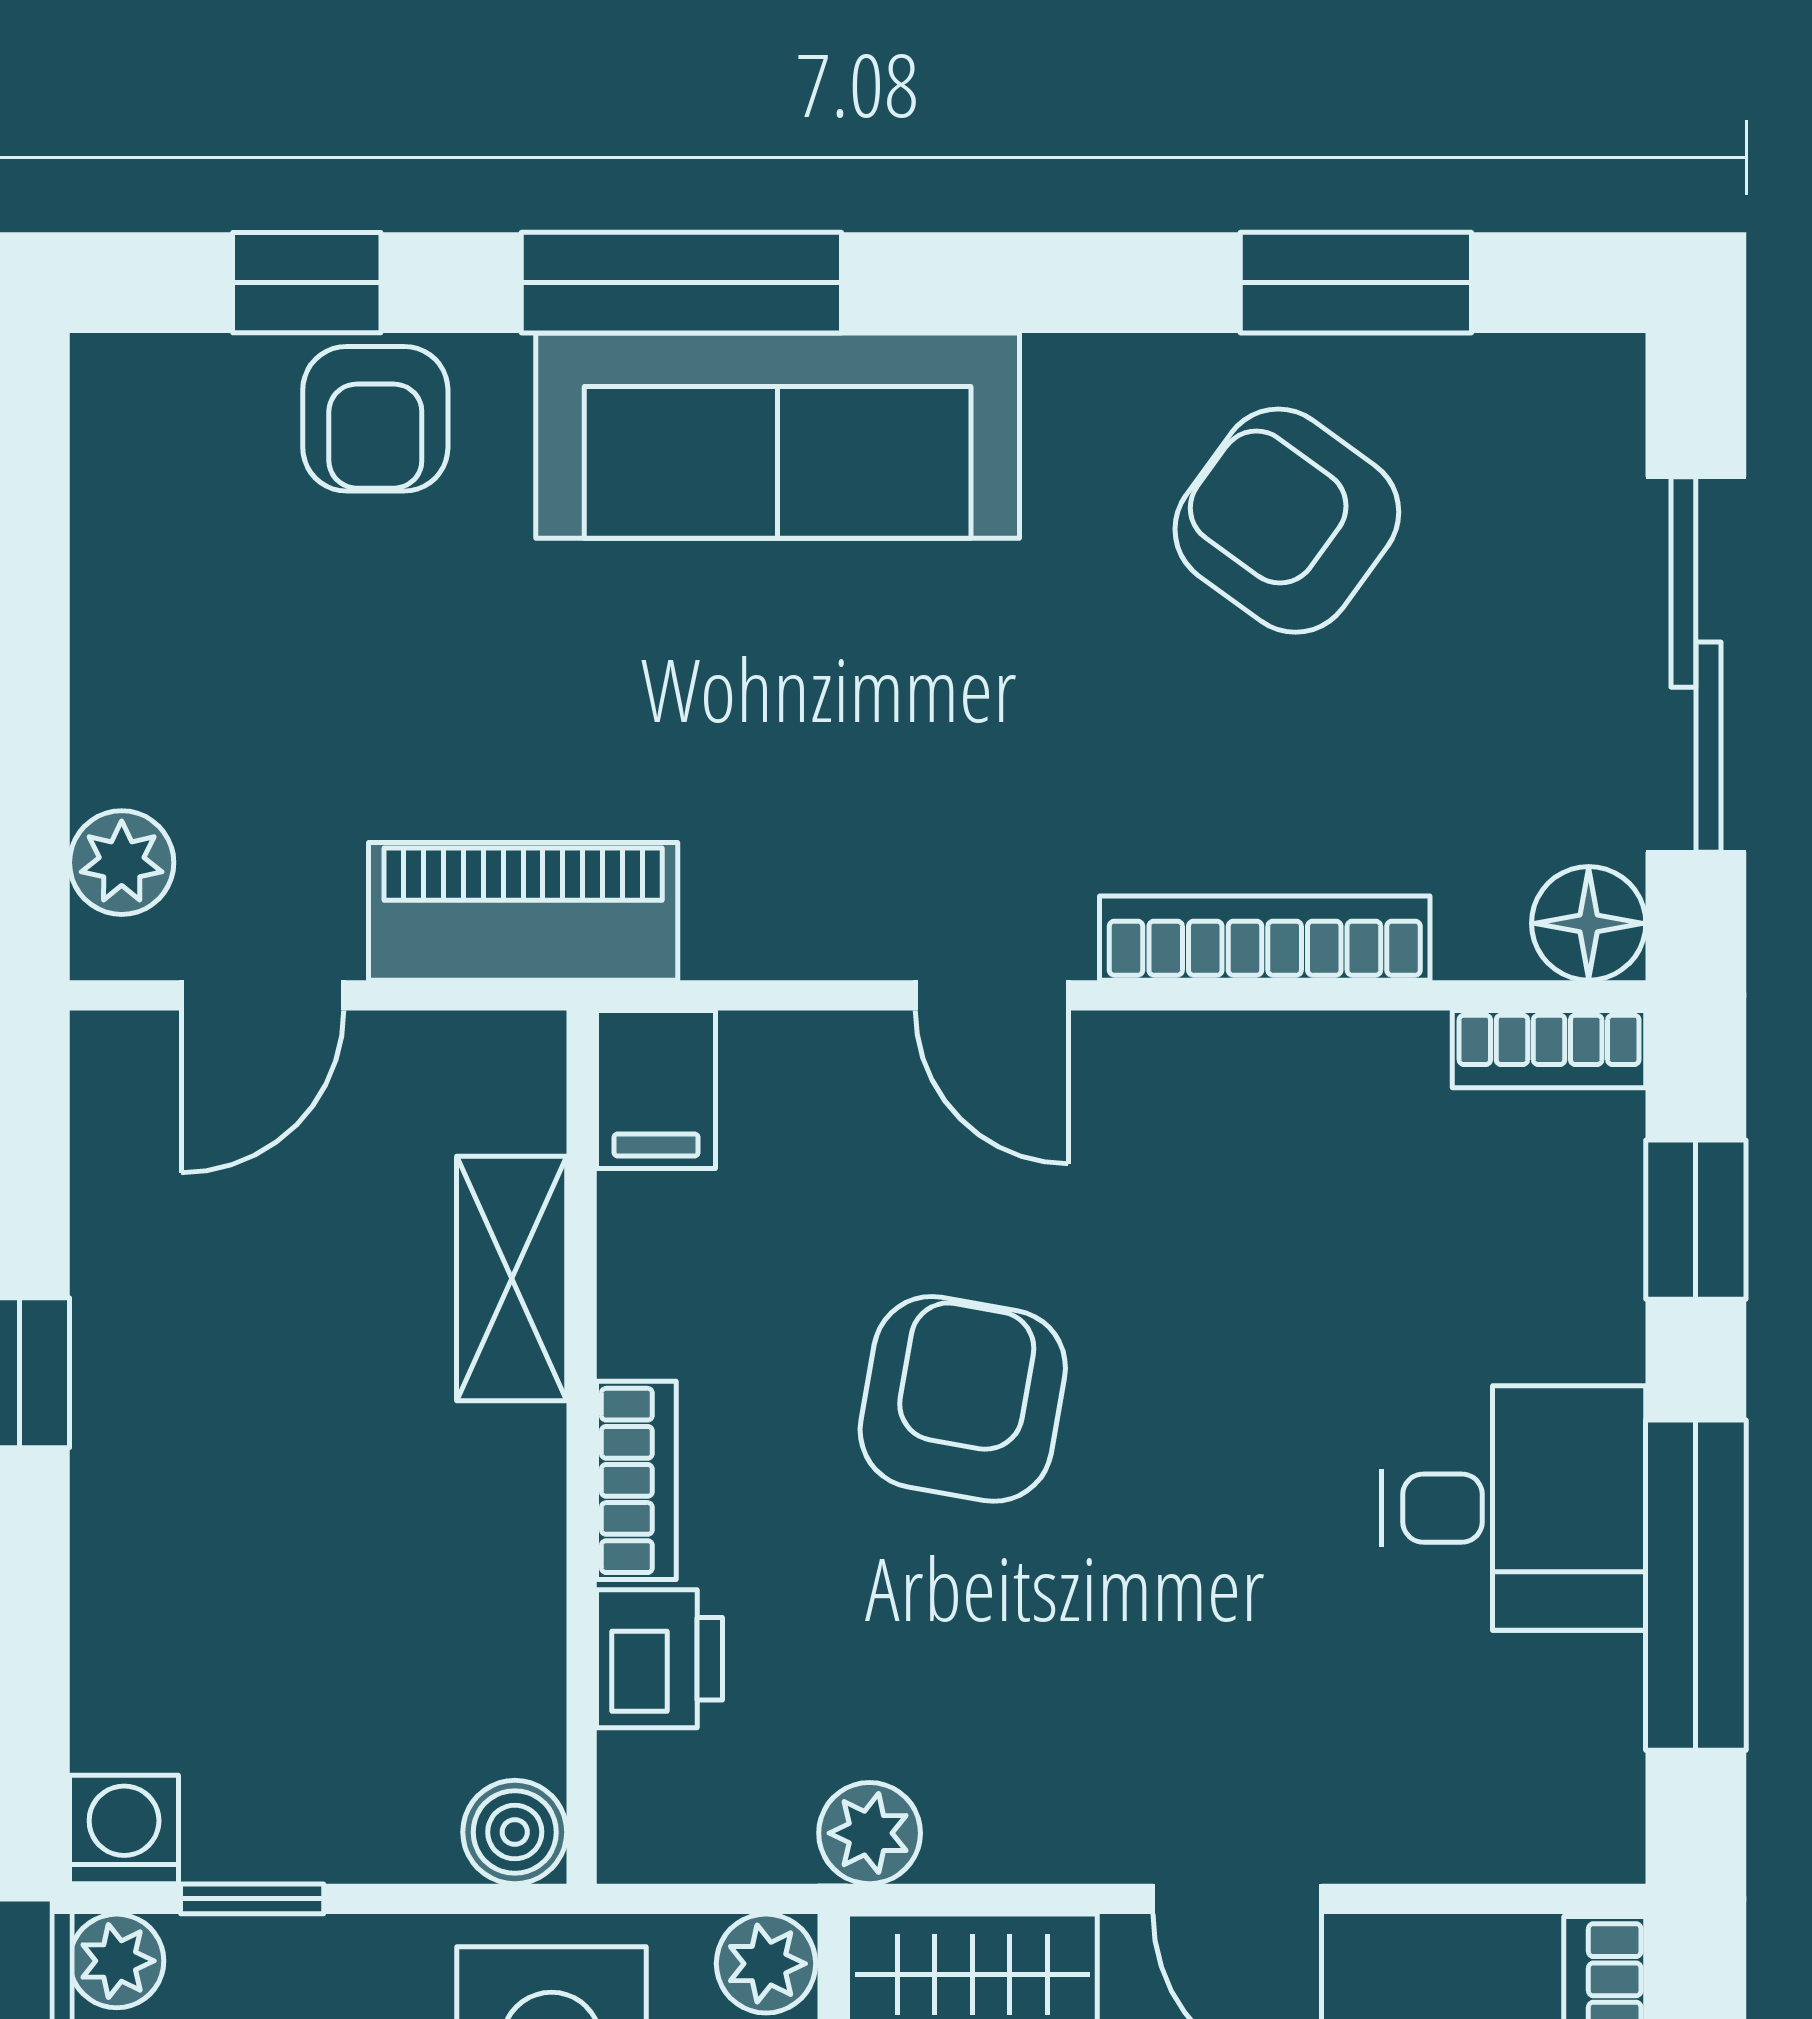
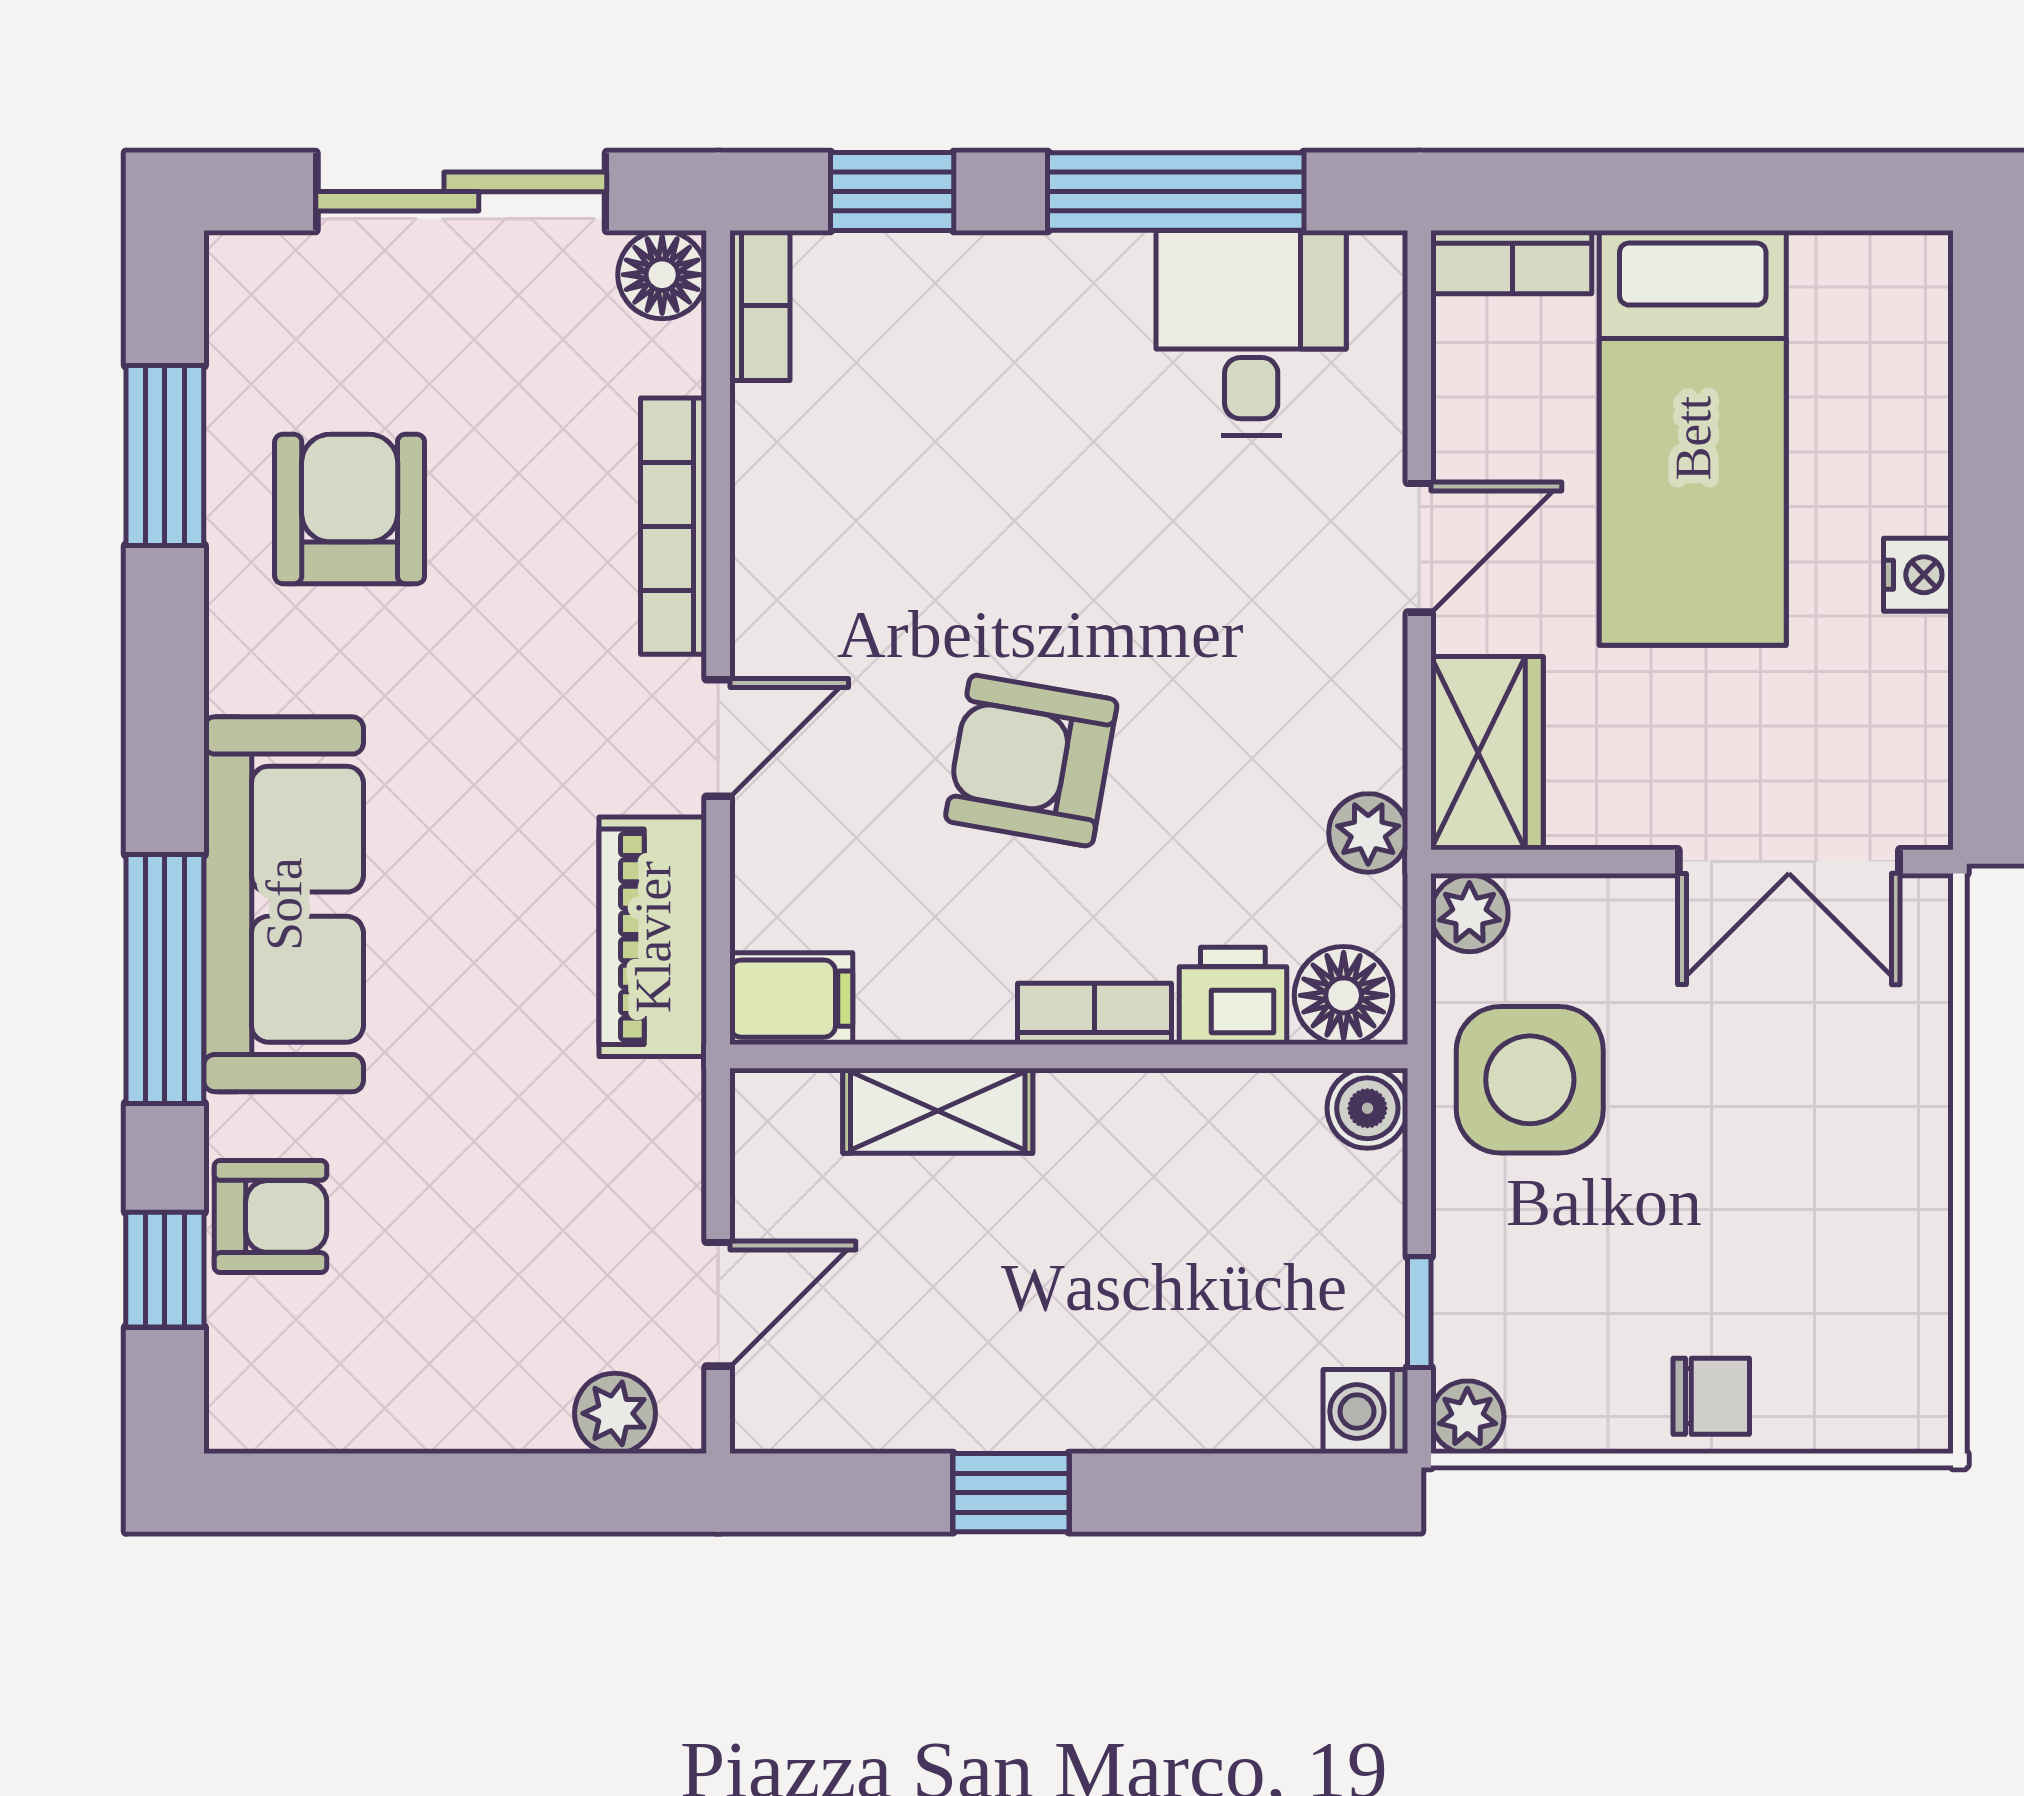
armchair: (1287, 521) -> (350, 509), turned 144
piano: (523, 911) -> (653, 937), moved
door: (262, 995) -> (718, 1304), hinge flipped
desk: (1514, 1508) -> (1251, 333), moved
floor lamp: (660, 1801) -> (1344, 995), added

